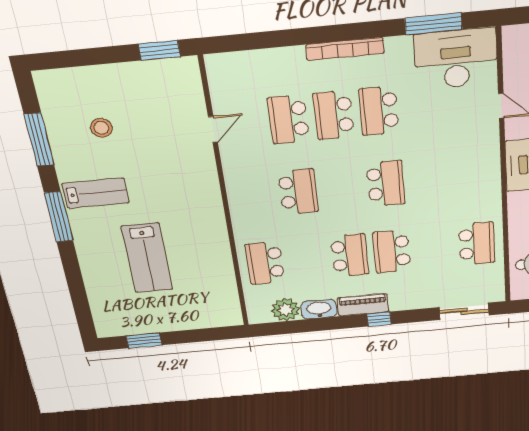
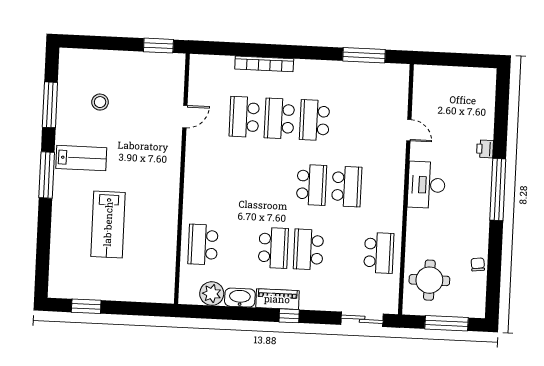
bookcase: (345, 49) -> (264, 64), moved
desk: (456, 59) -> (378, 86), removed
school desk: (298, 192) -> (347, 186), moved

